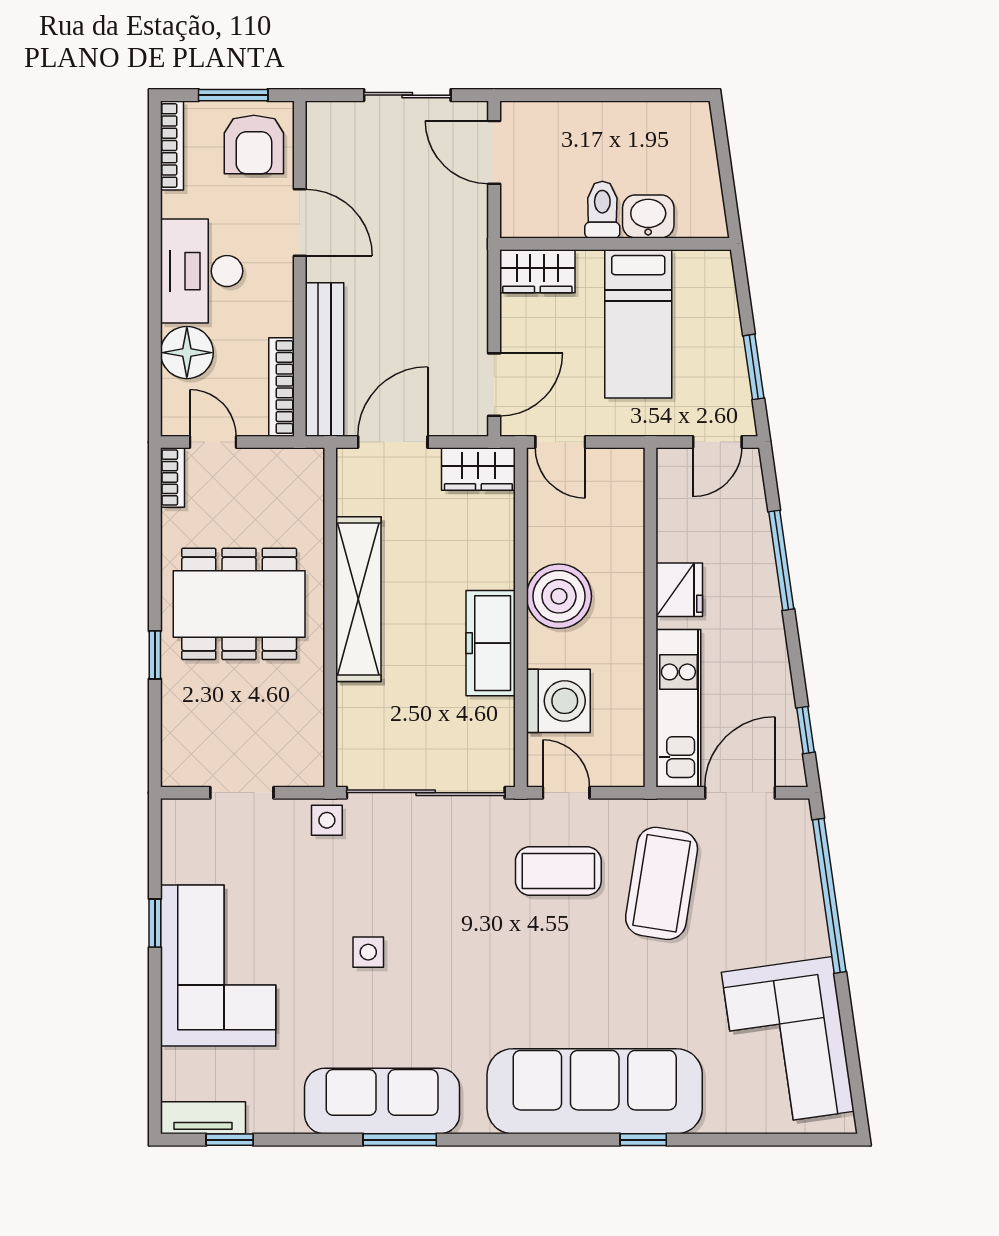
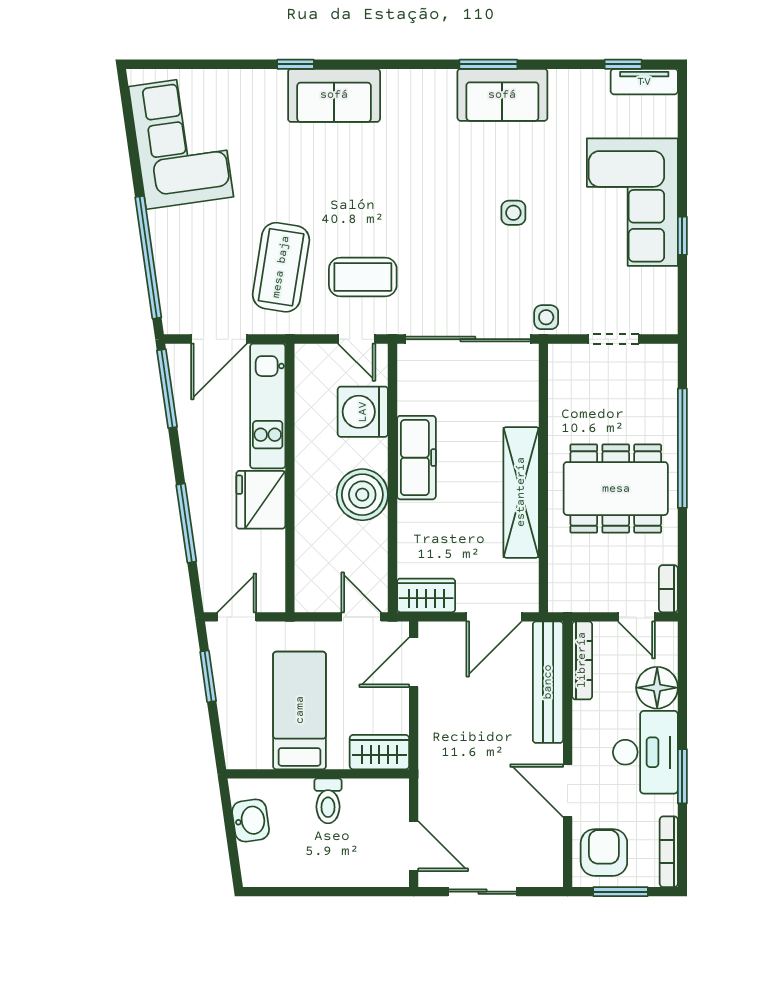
washbasin: (648, 216) -> (251, 821), moved, turned -98
window: (155, 241) -> (682, 776), added
fridge: (679, 590) -> (261, 500), width x1.36, depth x1.34
window: (155, 655) -> (682, 448), width x3.17
window: (805, 730) -> (167, 389), width x2.17
sofa: (595, 1091) -> (334, 95), width x0.54, depth x0.79
sofa: (382, 1101) -> (502, 95), width x0.73

